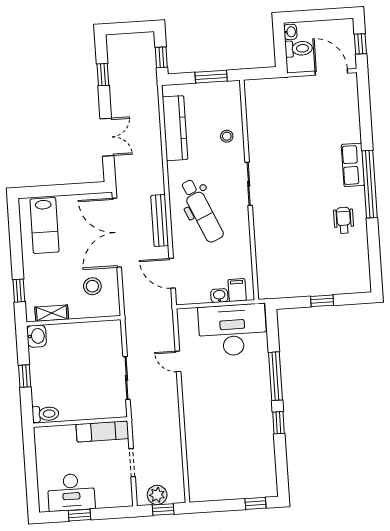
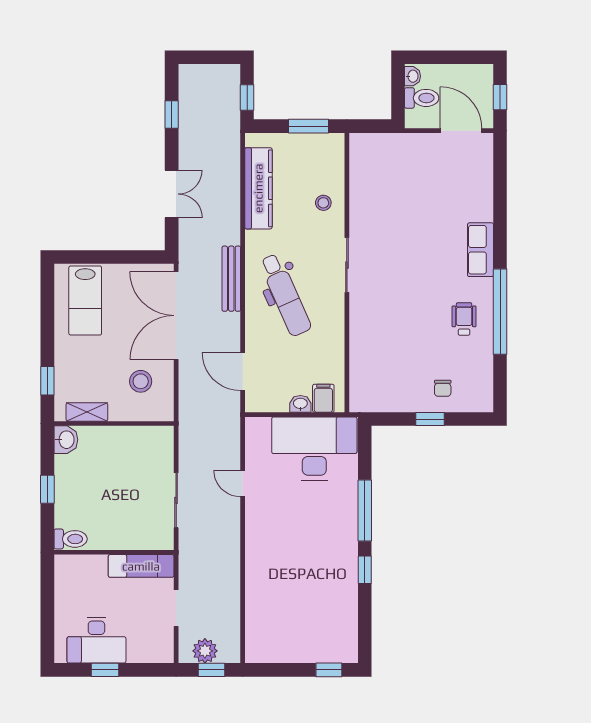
window: (370, 184) -> (500, 312), moved
bench: (160, 220) -> (231, 279), moved
chair: (330, 276) -> (443, 388), added

